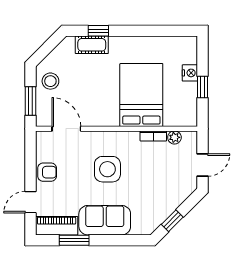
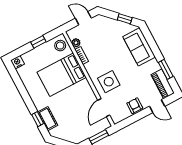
nightstand: (190, 73) -> (17, 62), moved
stool: (50, 81) -> (60, 46), moved
side table: (107, 169) -> (109, 82), moved
sofa: (105, 220) -> (139, 47), moved

